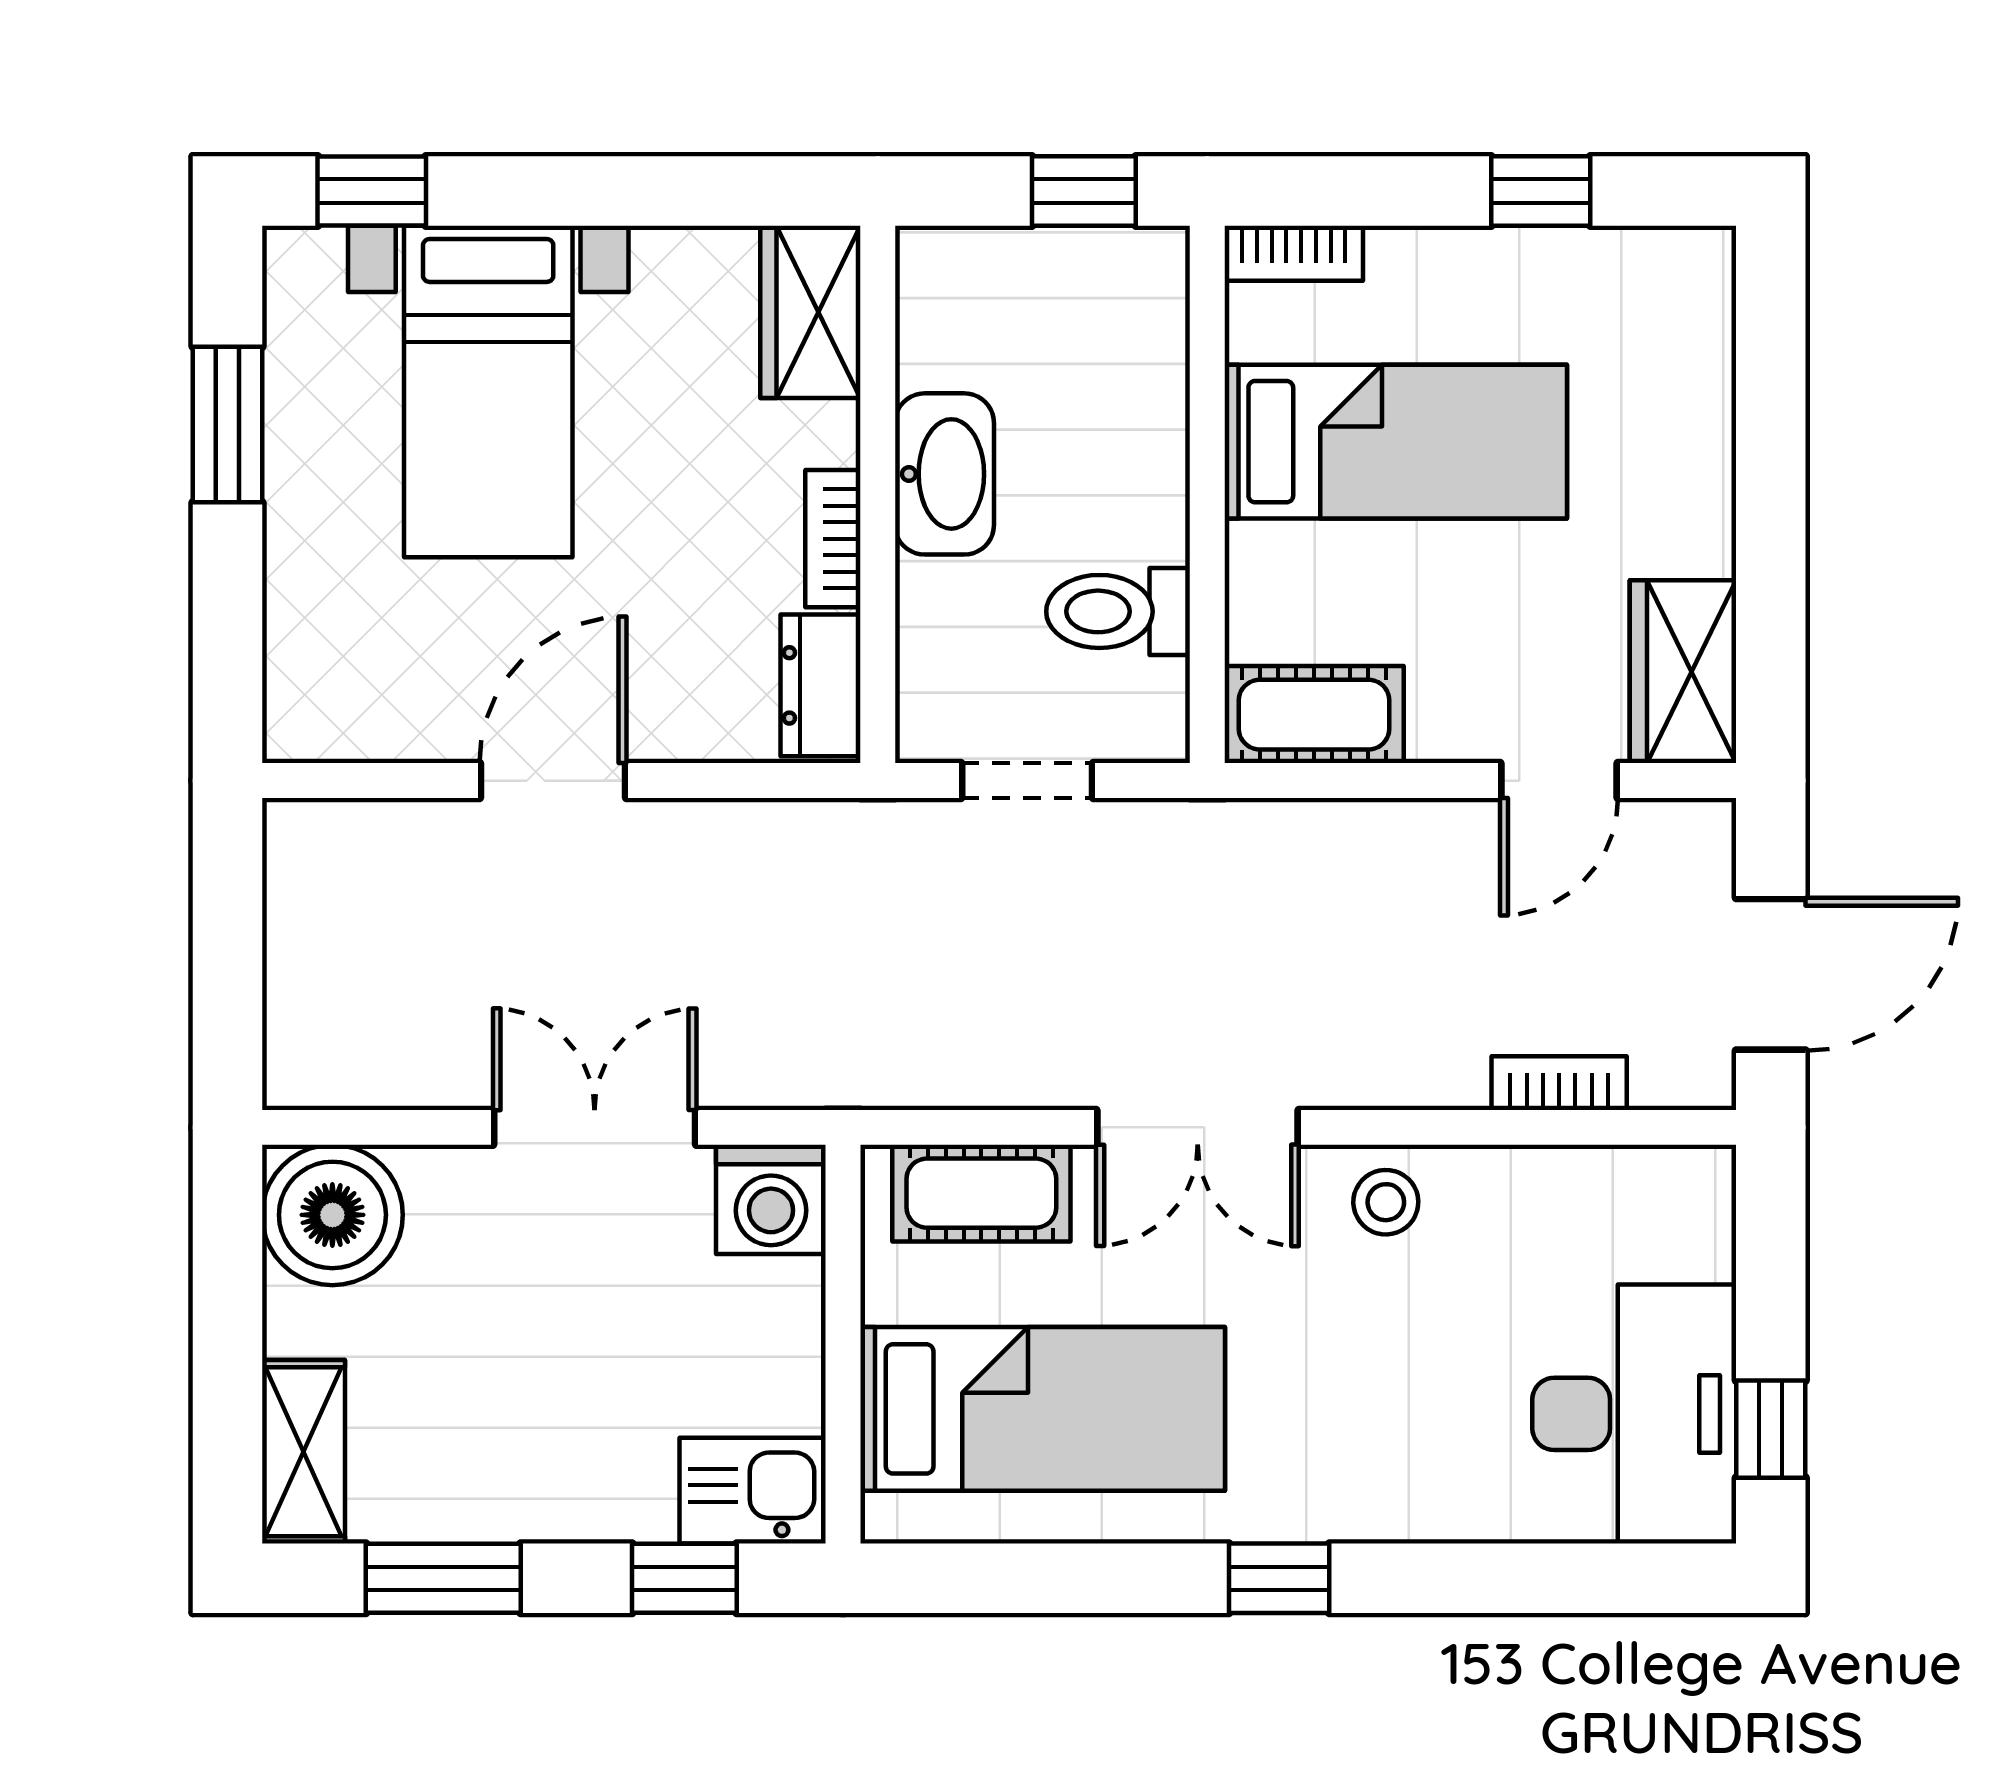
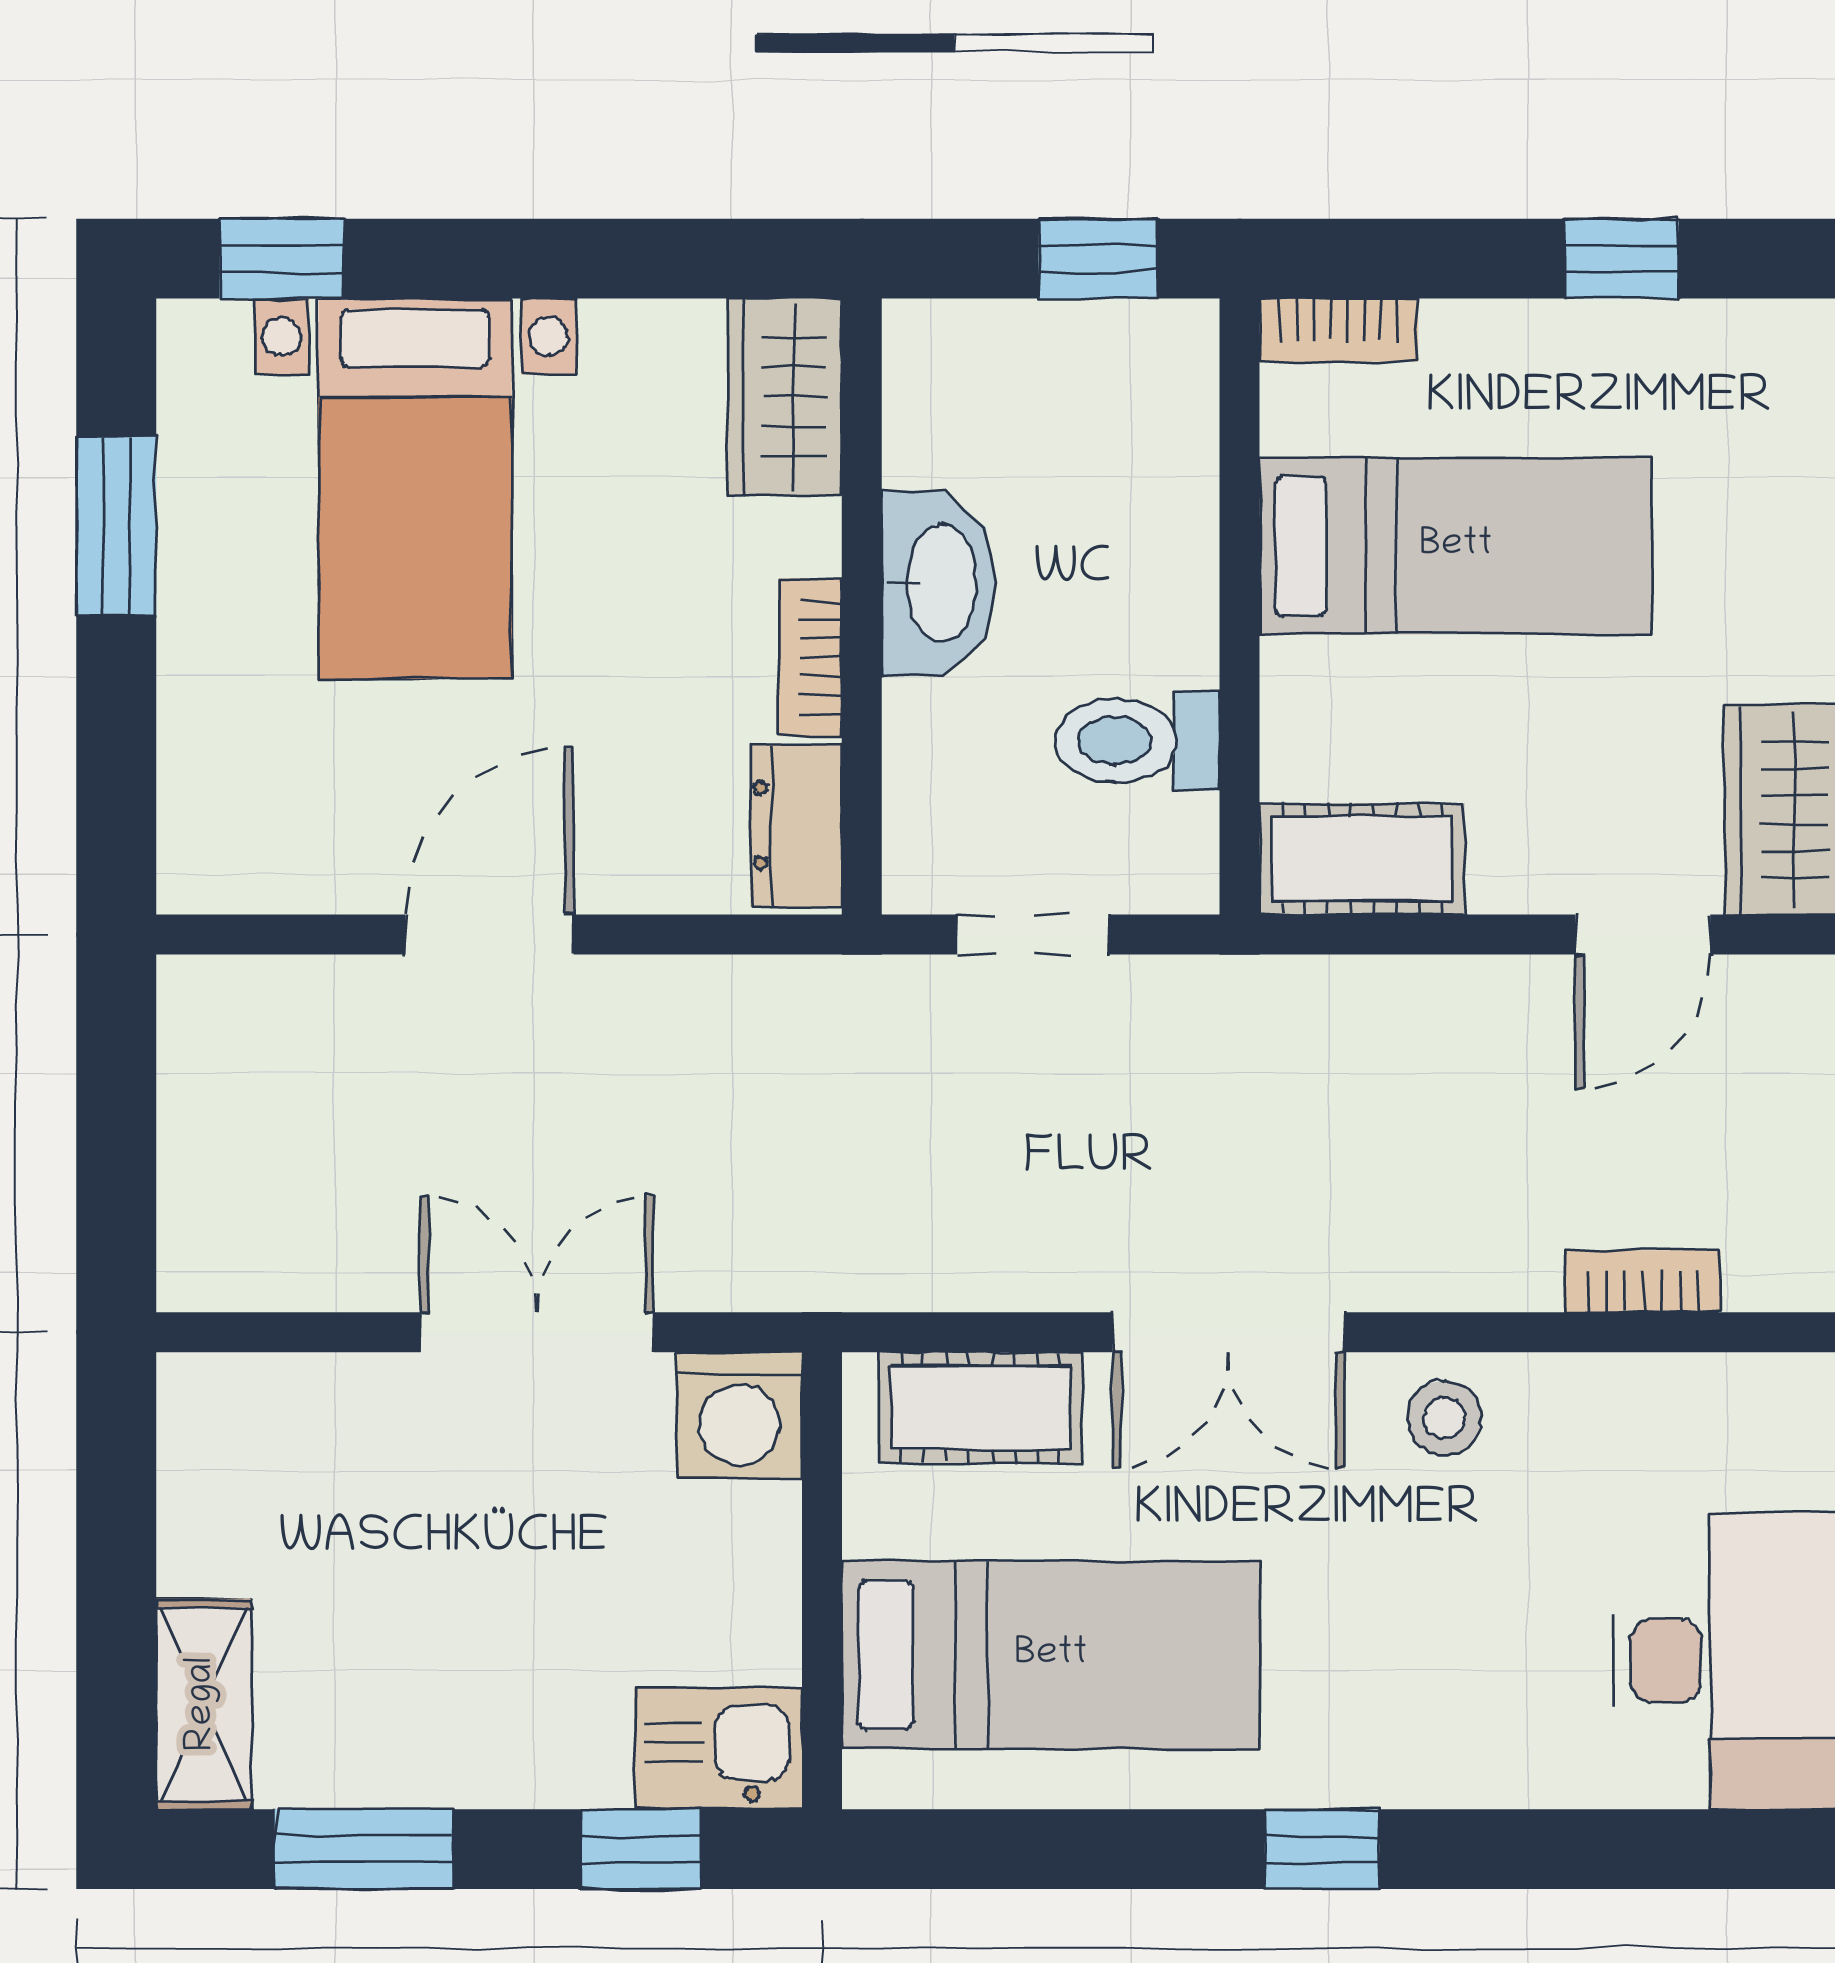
boiler: (332, 1215) -> (237, 1433), removed

